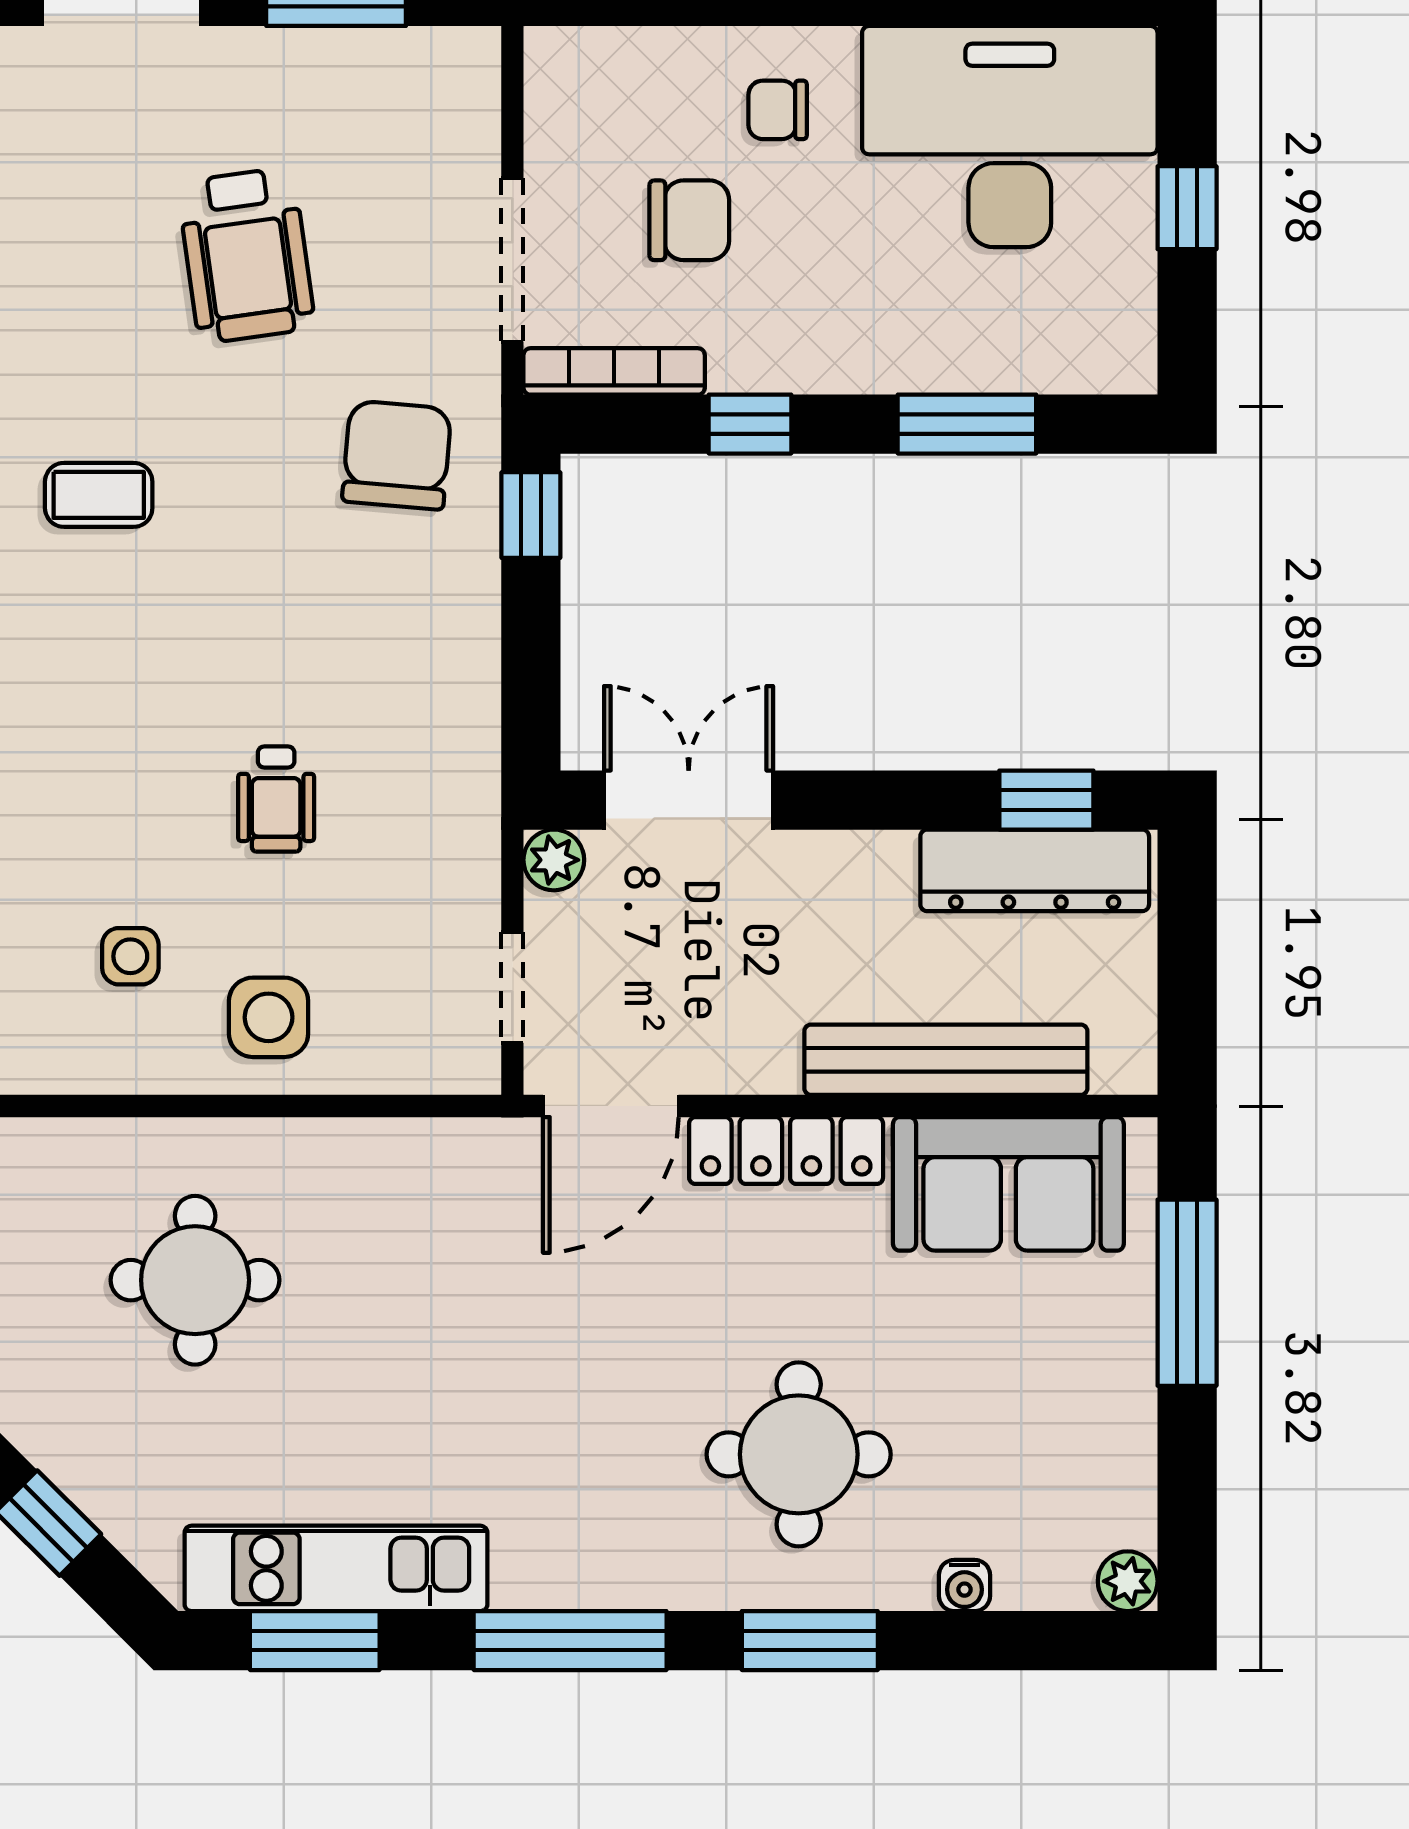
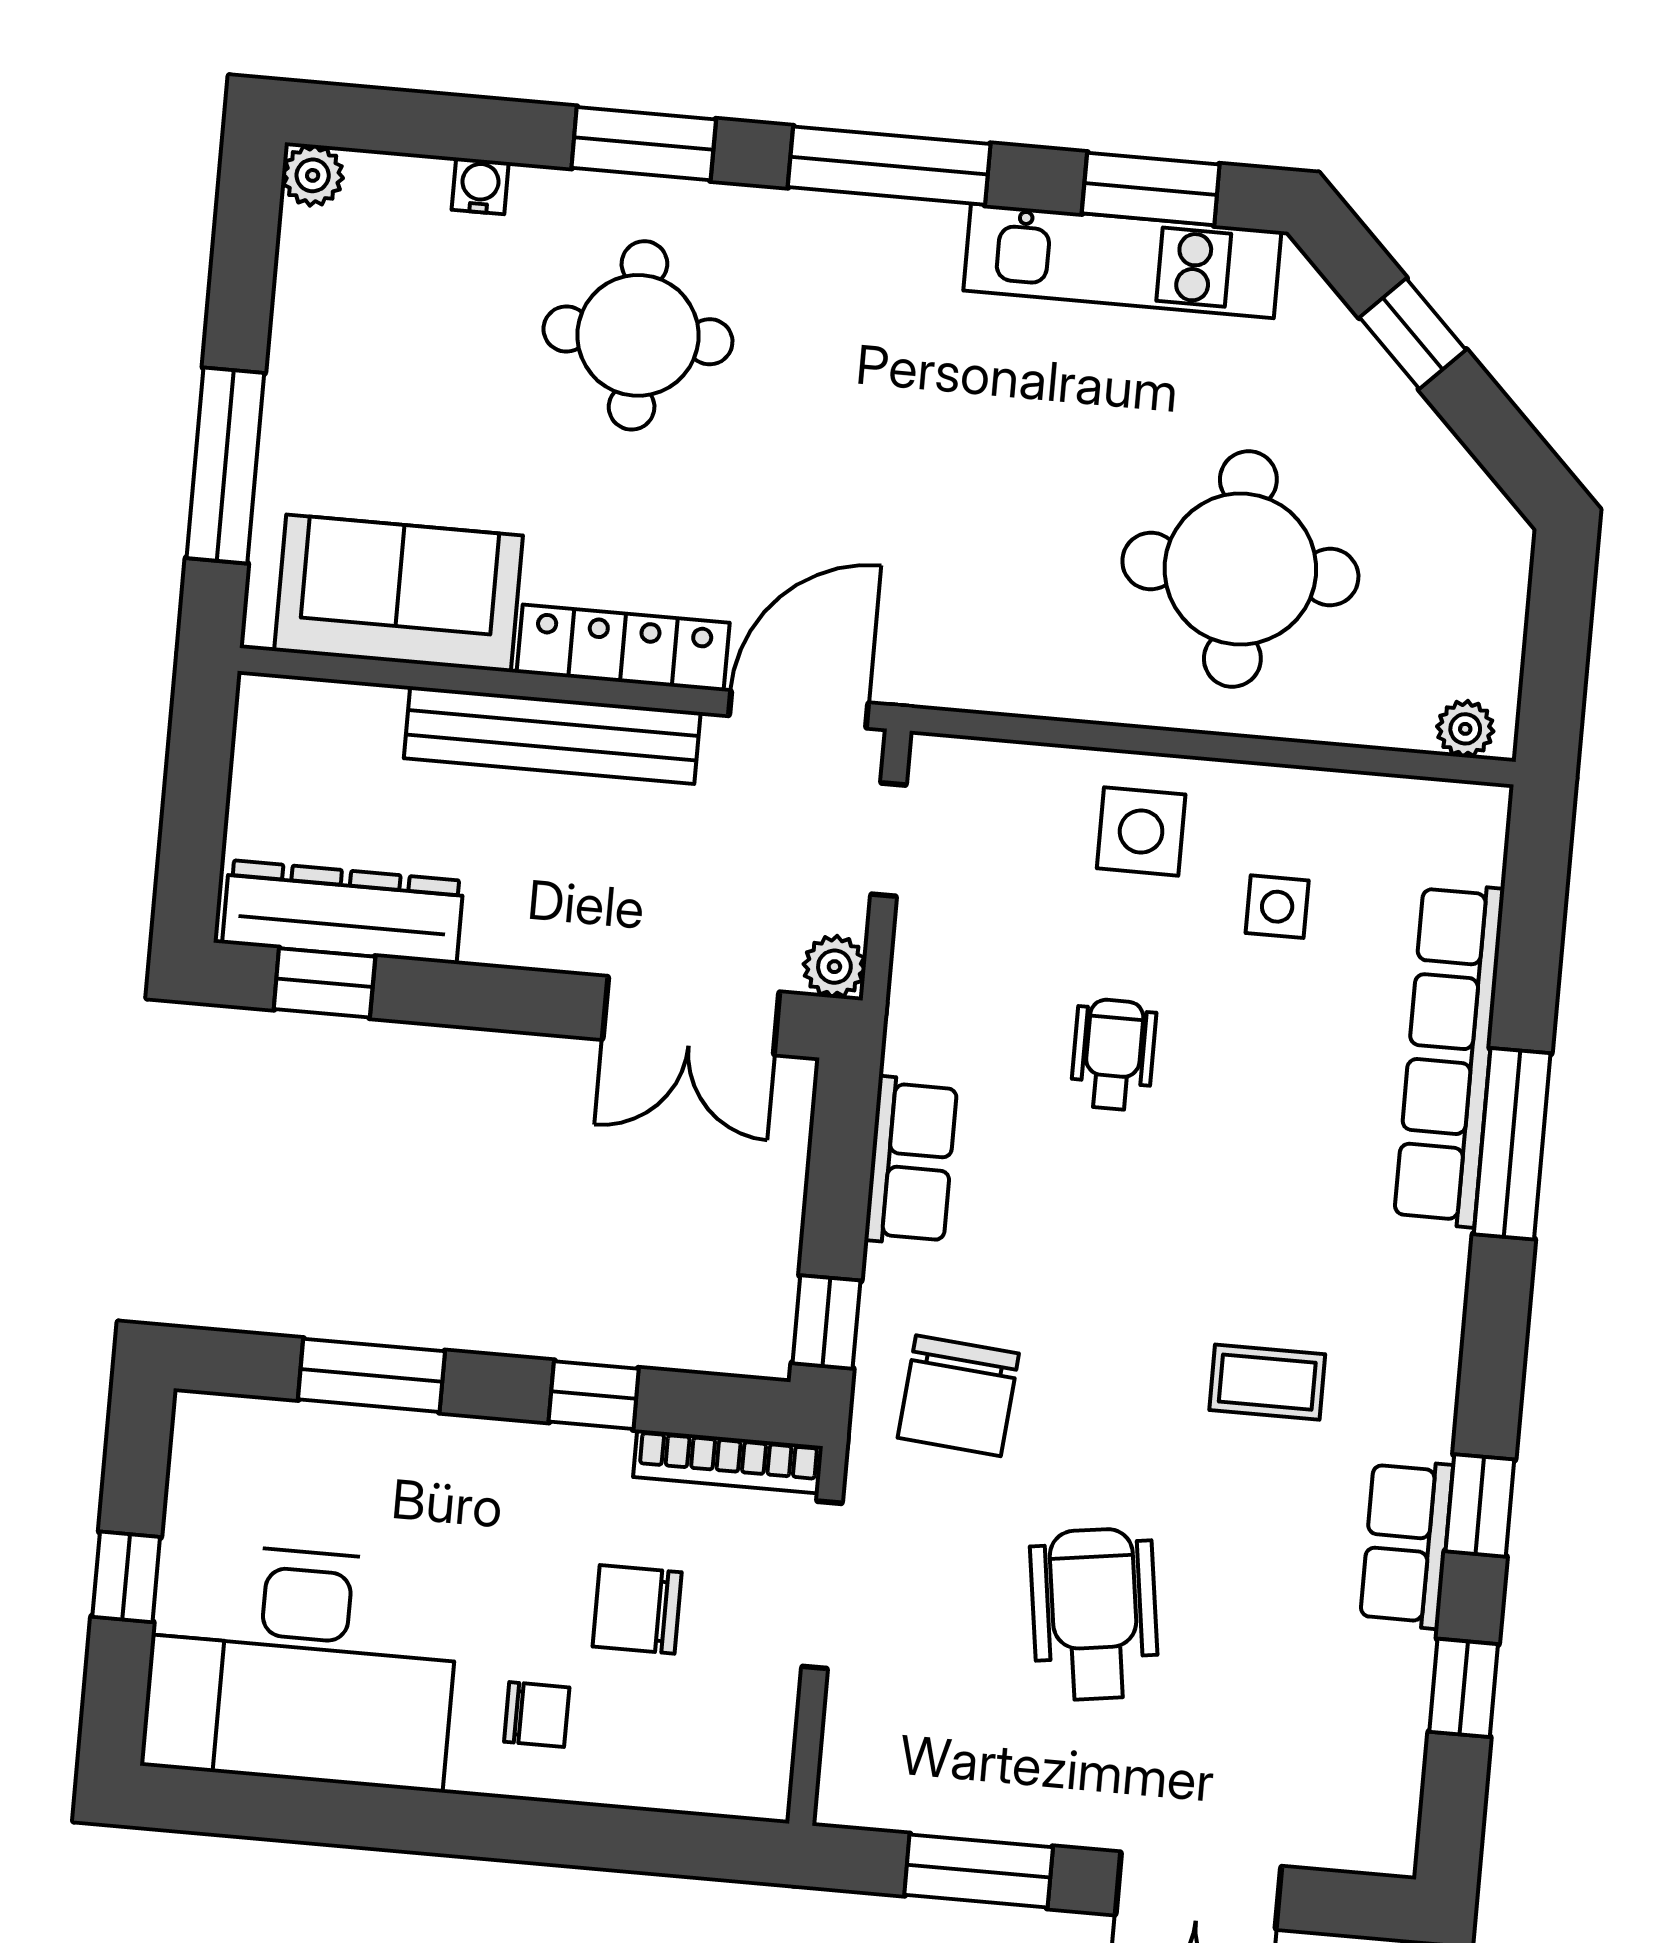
row of seats: (463, 678) -> (911, 1161), added
bench: (946, 1060) -> (552, 735), moved
round table: (195, 1280) -> (1240, 569), width x1.36, depth x1.36

